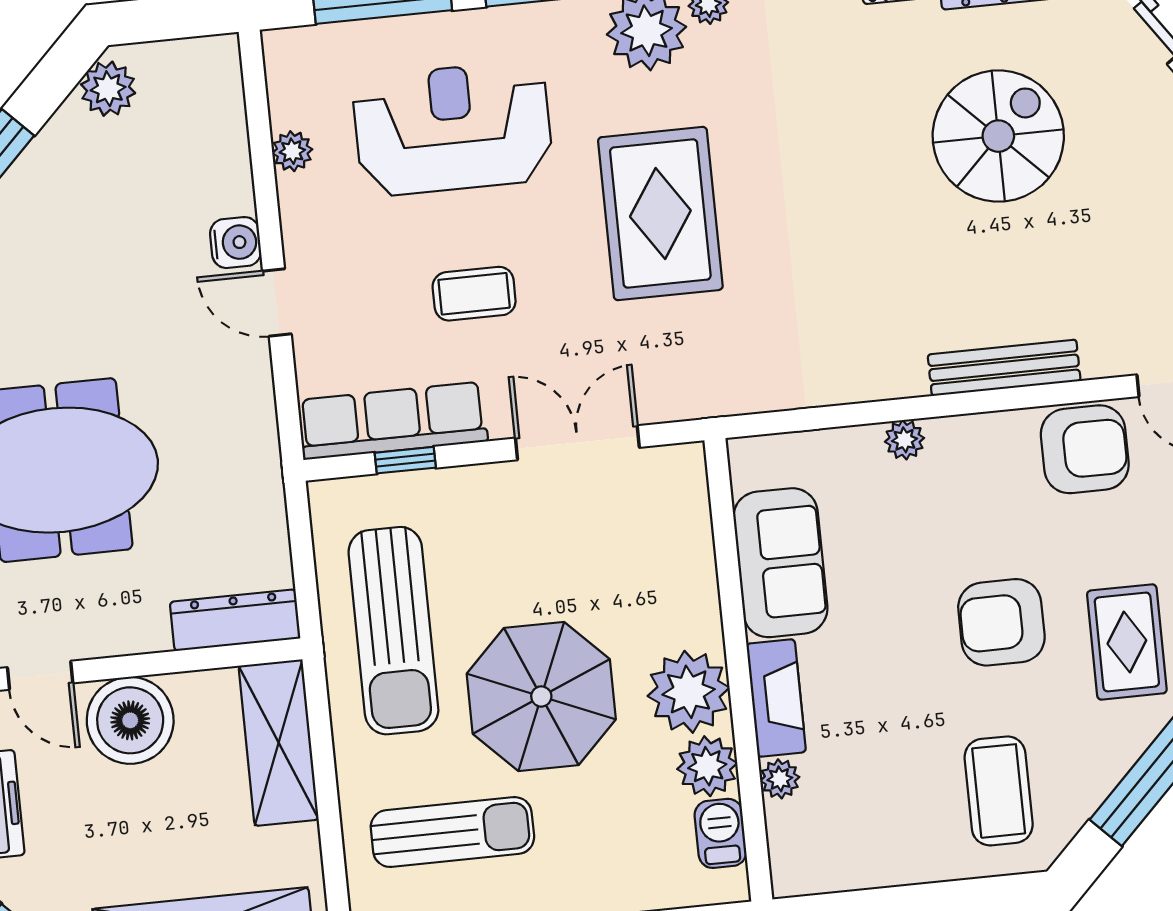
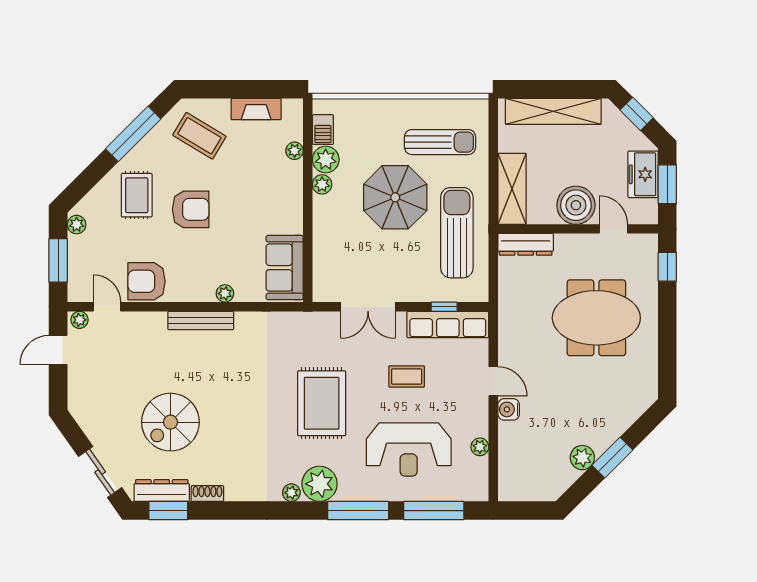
plant: (108, 89) -> (582, 458), moved
bench: (1004, 368) -> (201, 321), moved
sofa: (780, 563) -> (285, 268), moved
plant: (689, 692) -> (322, 184), width x0.53, depth x0.53
fireplace: (776, 698) -> (256, 109), moved, turned -90
coffee table: (999, 791) -> (199, 136), turned -59
sun lounger: (452, 832) -> (440, 142), turned 180

